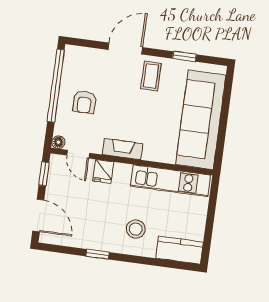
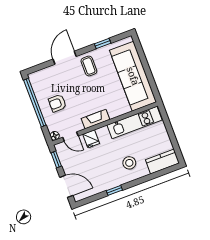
armchair: (84, 102) -> (57, 103), turned 90

